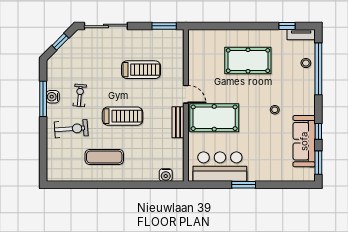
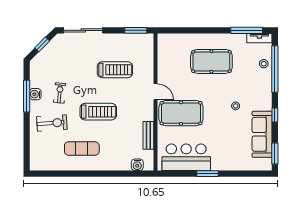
window: (287, 26) -> (247, 30), width x2.17
bench: (178, 122) -> (148, 135), moved
window: (318, 131) -> (275, 115), moved

